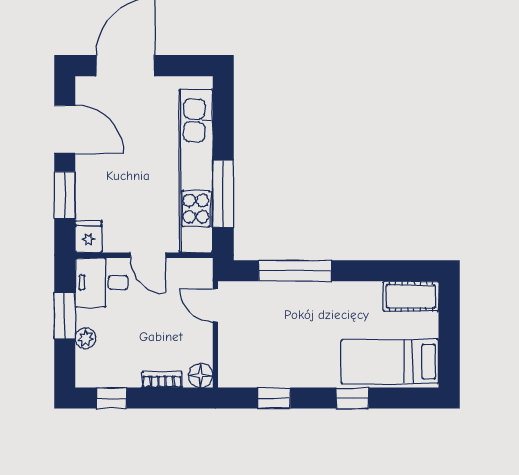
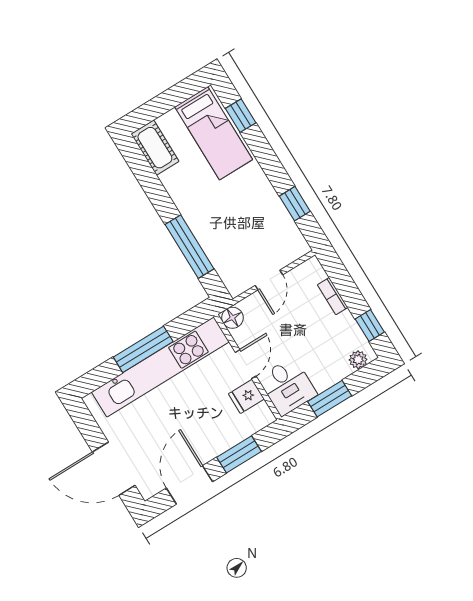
window: (223, 194) -> (143, 349), moved
fridge: (88, 237) -> (246, 396), moved
door: (215, 305) -> (269, 280), moved
plant: (85, 338) -> (358, 360), moved
floor lamp: (201, 376) -> (232, 318), moved
window: (353, 398) -> (241, 116), moved

